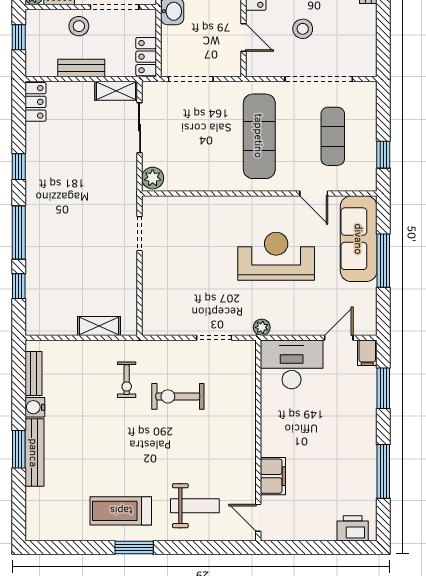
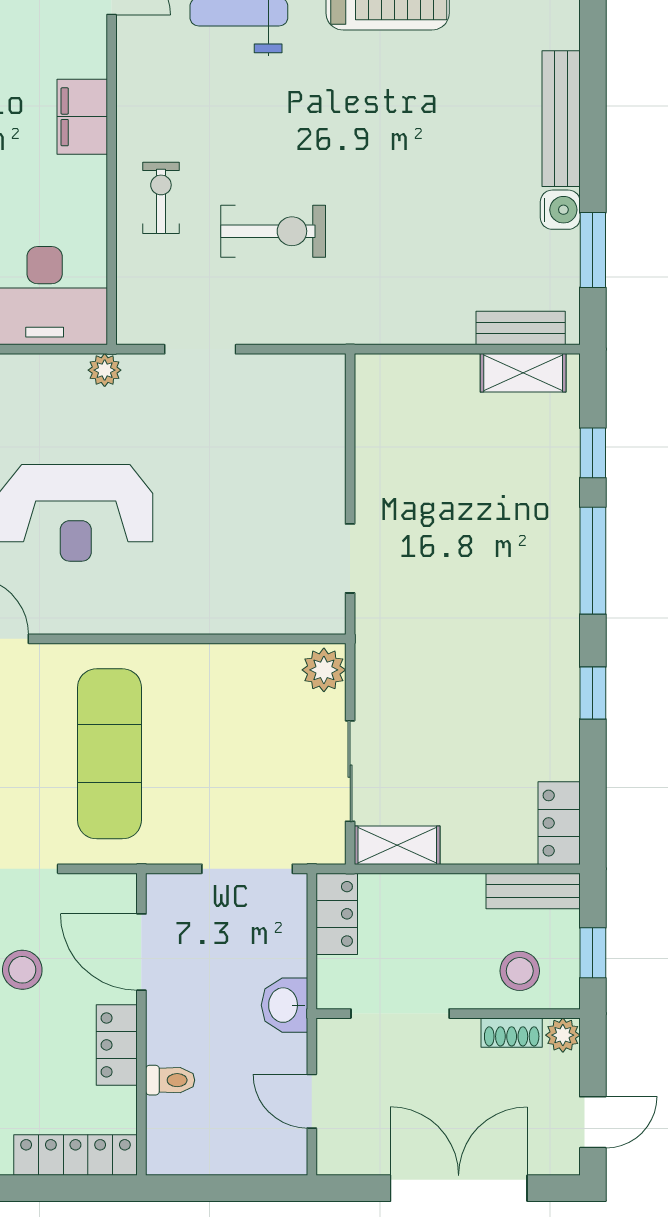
stool: (79, 26) -> (520, 971), moved
door: (243, 38) -> (141, 952), width x1.38
bench: (81, 68) -> (533, 891), moved
shelving: (99, 326) -> (523, 373), moved
bench: (33, 373) -> (521, 328), moved, turned 90
exercise bike: (127, 380) -> (161, 198), moved
window: (19, 449) -> (593, 250), moved
filing cabinet: (273, 476) -> (82, 117), moved

